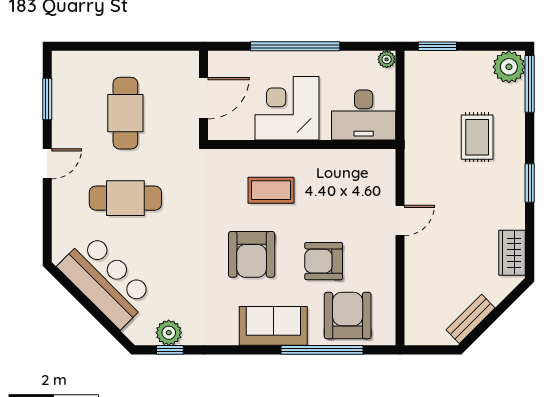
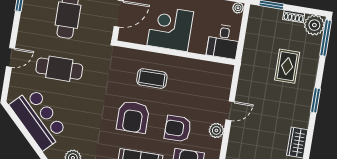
shoe rack: (475, 59) -> (294, 16), added
desk: (364, 115) -> (223, 41), width x0.73
door: (47, 164) -> (11, 57), moved
plant: (384, 254) -> (216, 130), added

